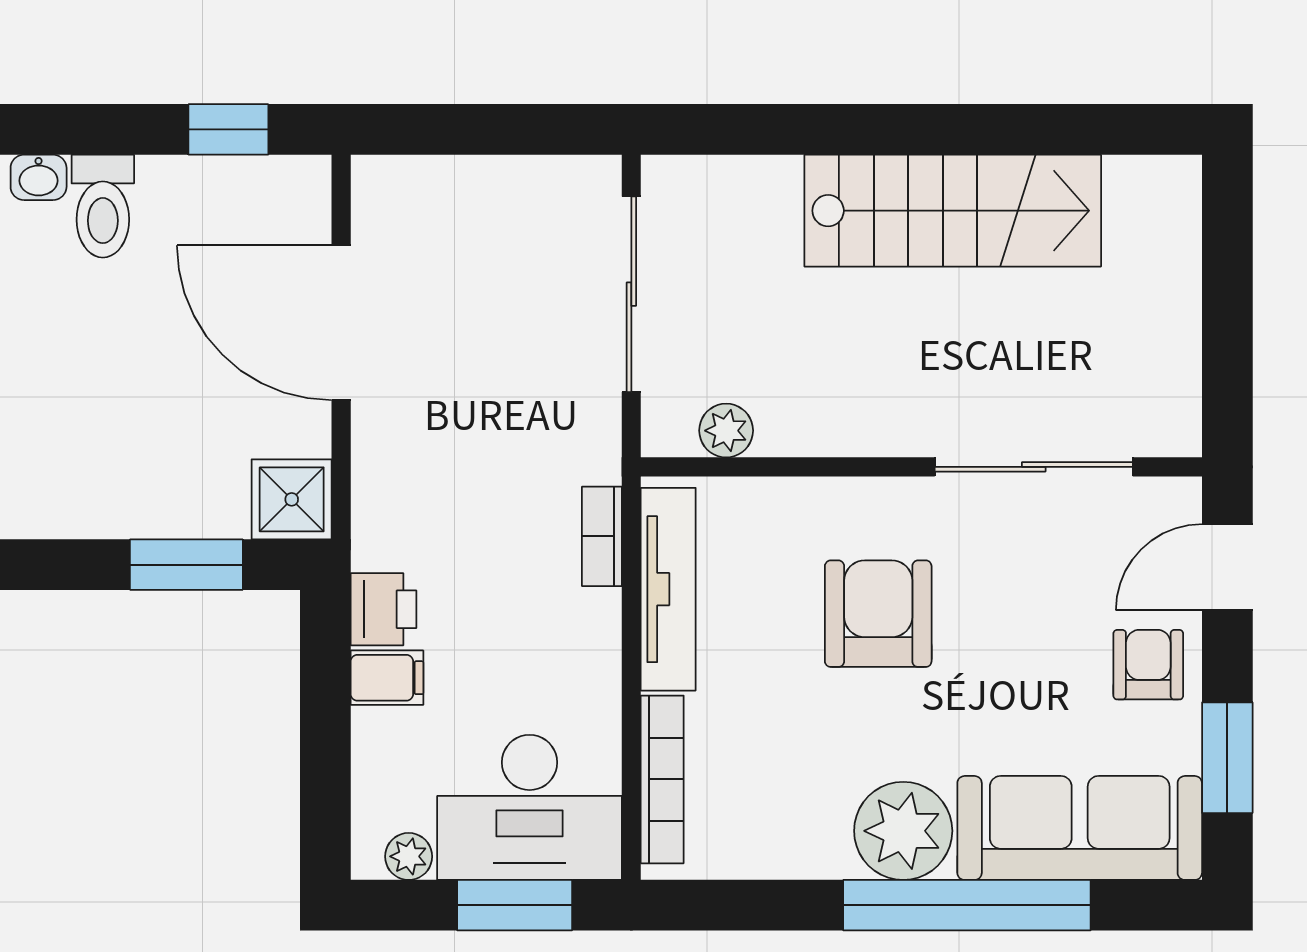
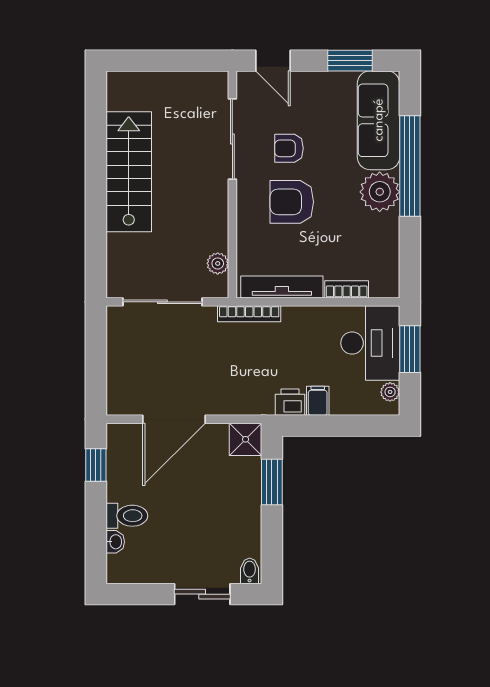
bookcase: (602, 536) -> (249, 314), width x1.56
armchair: (1148, 665) -> (289, 148), moved
bookcase: (662, 779) -> (347, 289), width x0.64

